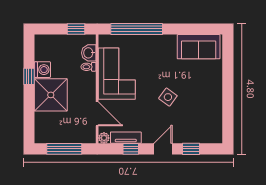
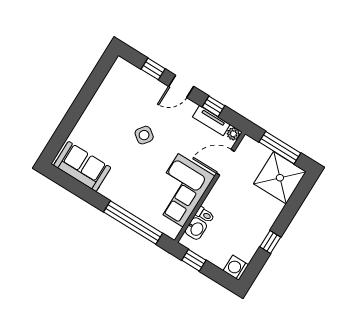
washing machine: (42, 70) -> (236, 268), moved
shower: (51, 95) -> (280, 178), moved
door: (97, 114) -> (225, 162), hinge flipped

